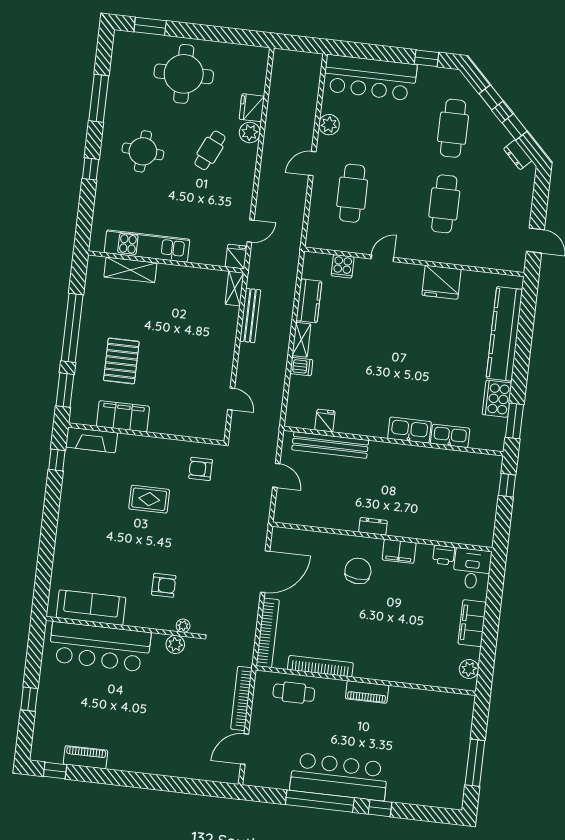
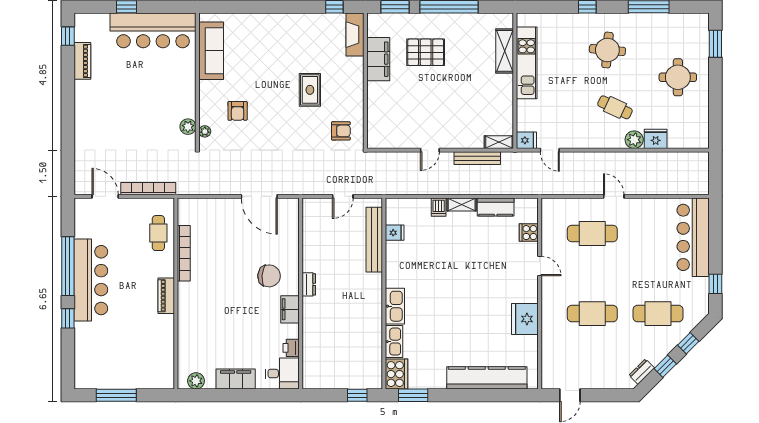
round table: (184, 74) -> (678, 77), width x0.73, depth x0.73
plant: (329, 125) -> (649, 207), removed
door: (231, 399) -> (430, 150), moved
cooker: (497, 399) -> (397, 374), moved, turned 90
armchair: (201, 469) -> (341, 131), turned 90
bookcase: (268, 633) -> (207, 205), removed
bar counter: (100, 647) -> (153, 30), moved, turned -90

